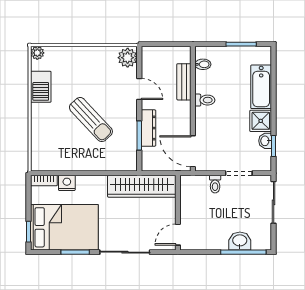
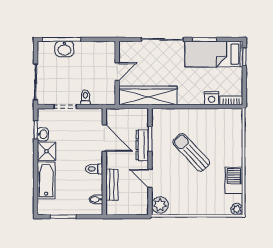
door: (193, 151) -> (104, 138), moved
bed: (64, 227) -> (214, 54), width x0.67
door: (178, 235) -> (117, 72), moved

